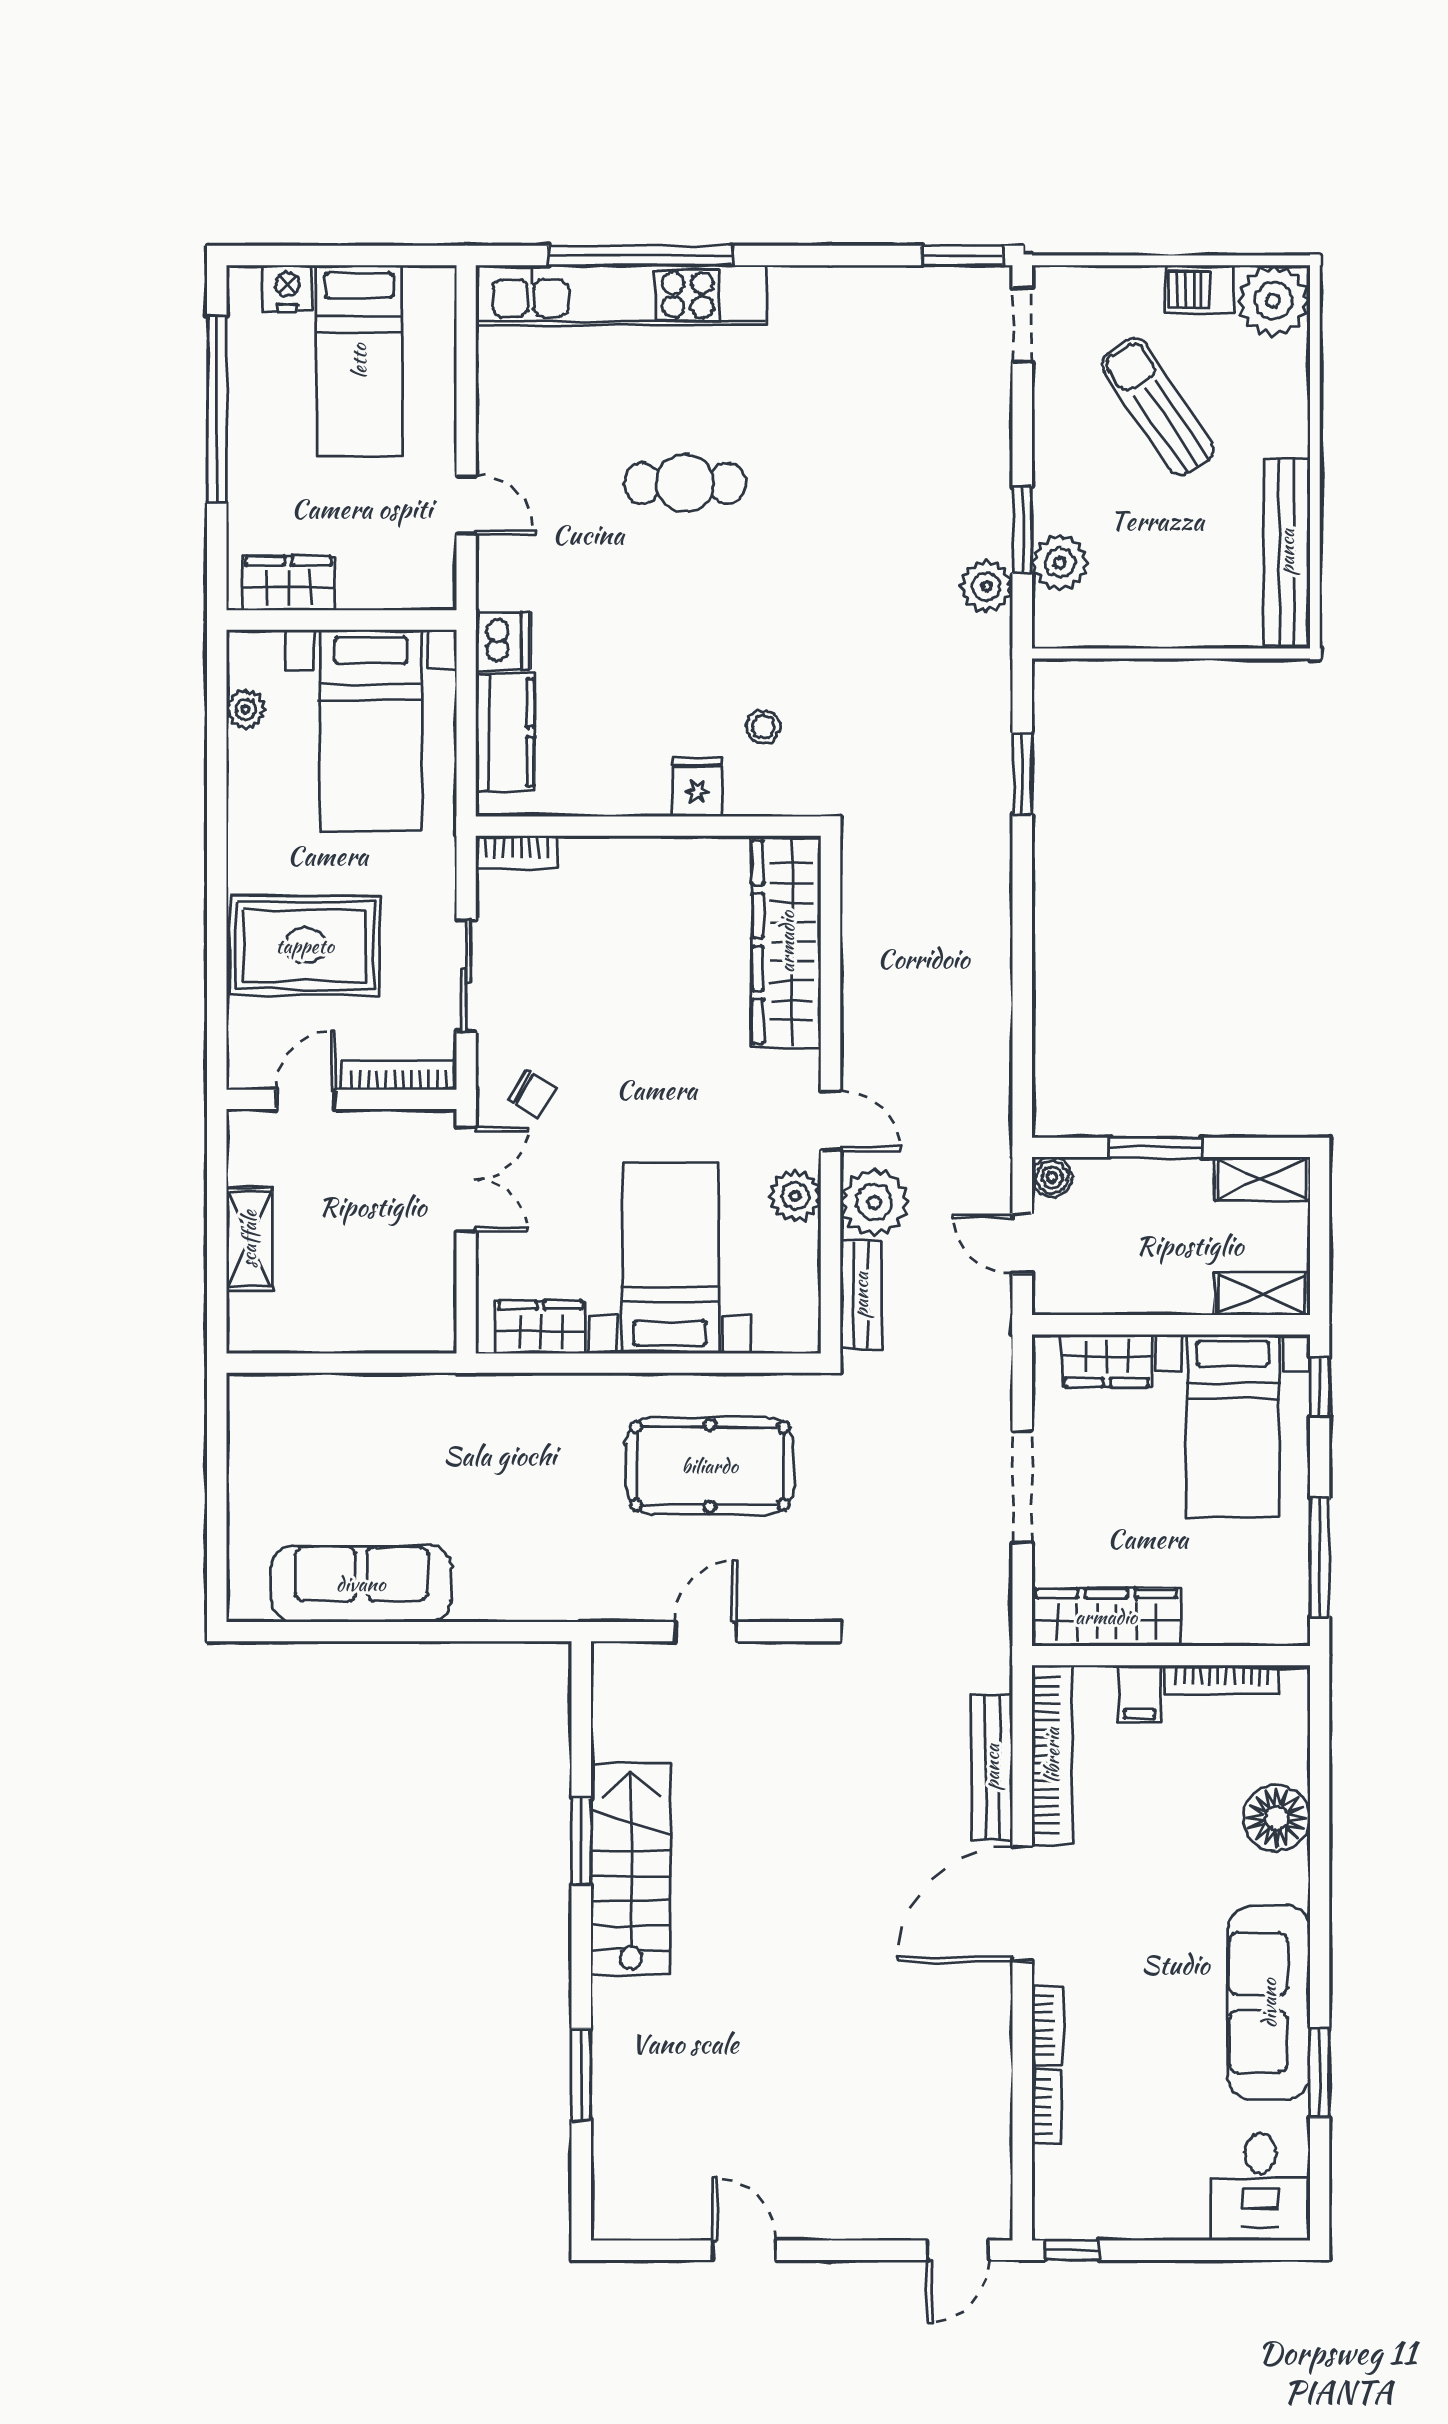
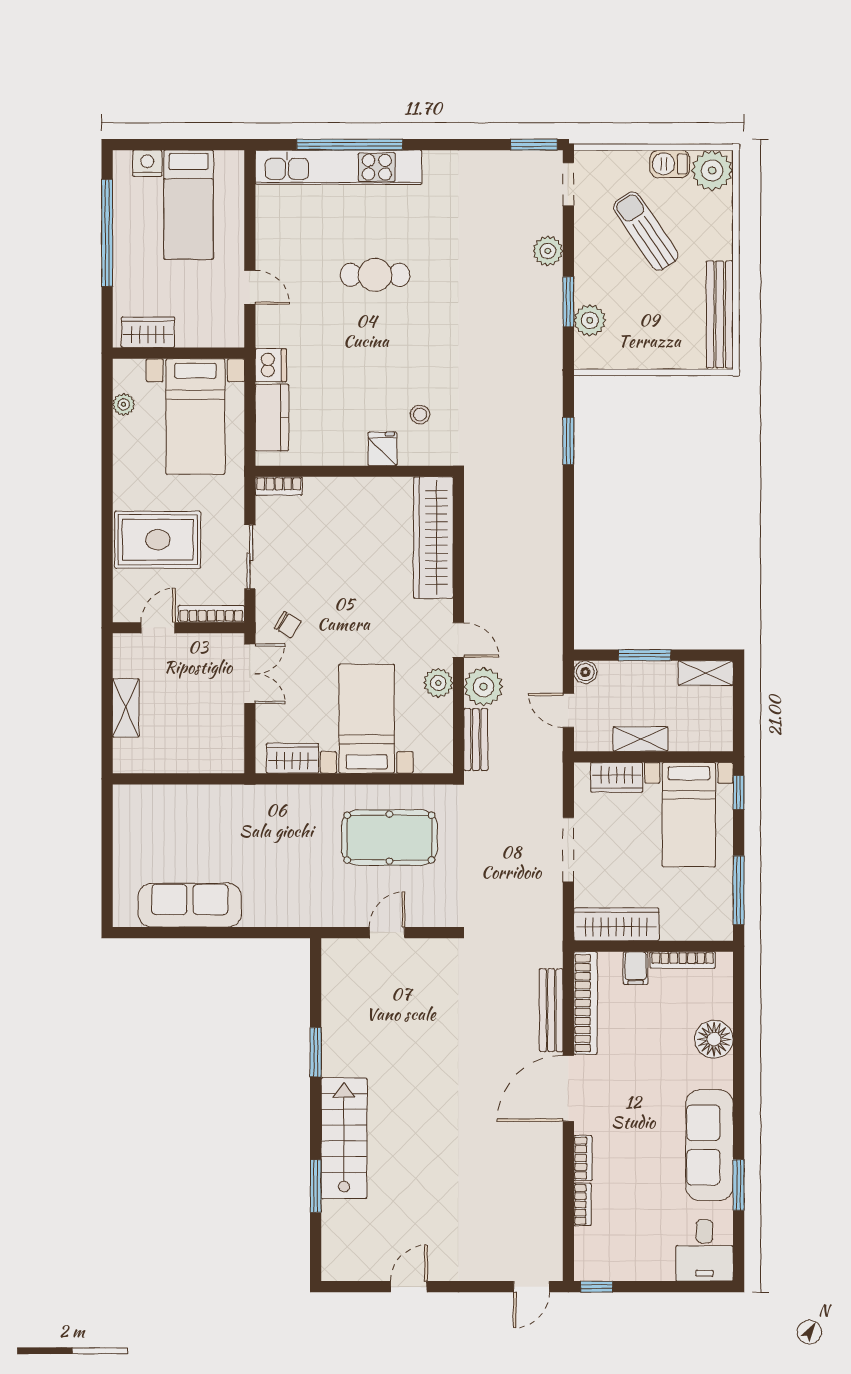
plant: (987, 586) -> (548, 251), moved
shelving: (1262, 1294) -> (640, 739), moved
stairs: (631, 1869) -> (344, 1138), moved
door: (744, 2250) -> (409, 1287), hinge flipped

